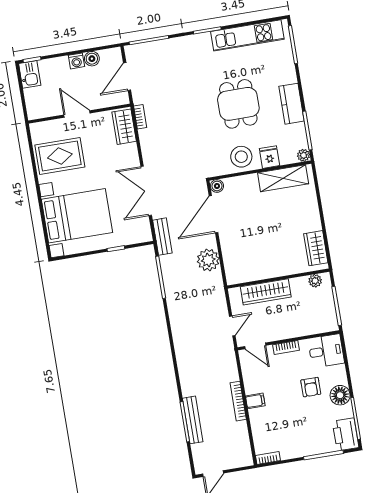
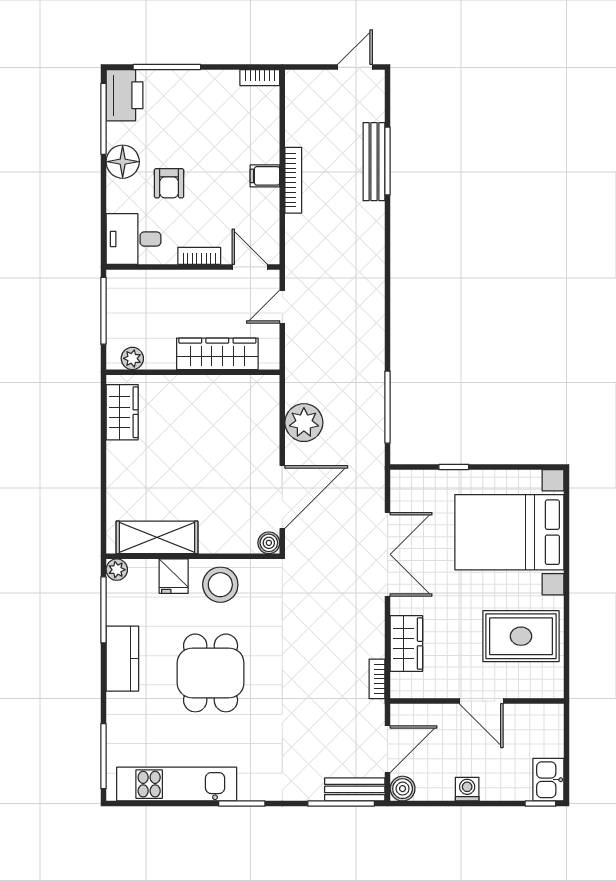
boiler: (92, 59) -> (403, 789), moved
wardrobe: (124, 127) -> (406, 644), moved
bench: (162, 237) -> (355, 789), moved, turned 90
armchair: (311, 387) -> (169, 183), turned 180

